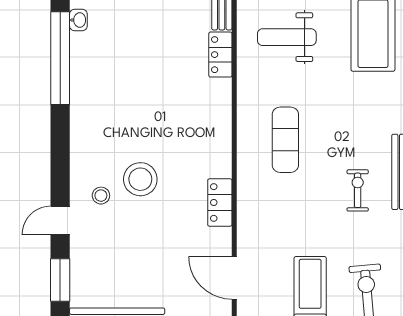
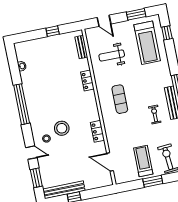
locker: (220, 55) -> (87, 80), moved
window: (60, 58) -> (22, 104), moved
door: (60, 221) -> (31, 153), swing flipped

